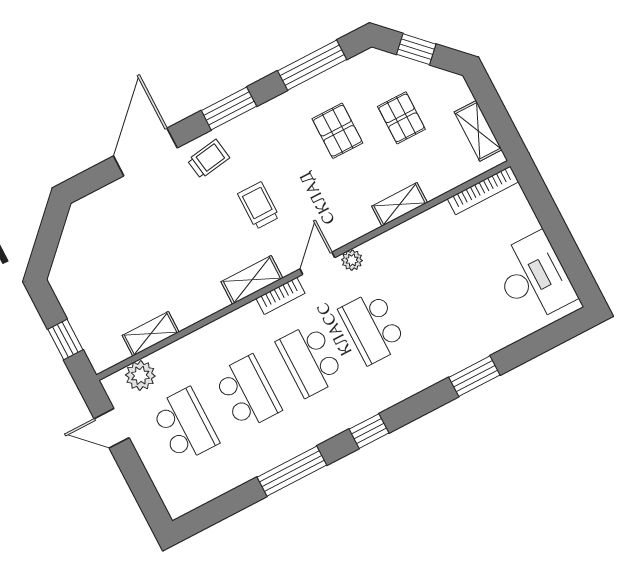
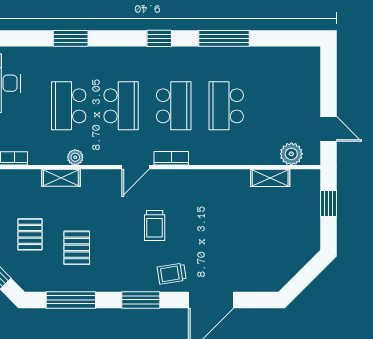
plant: (352, 260) -> (75, 157), moved
shelving: (252, 280) -> (185, 179), removed
school desk: (185, 425) -> (69, 106), moved

